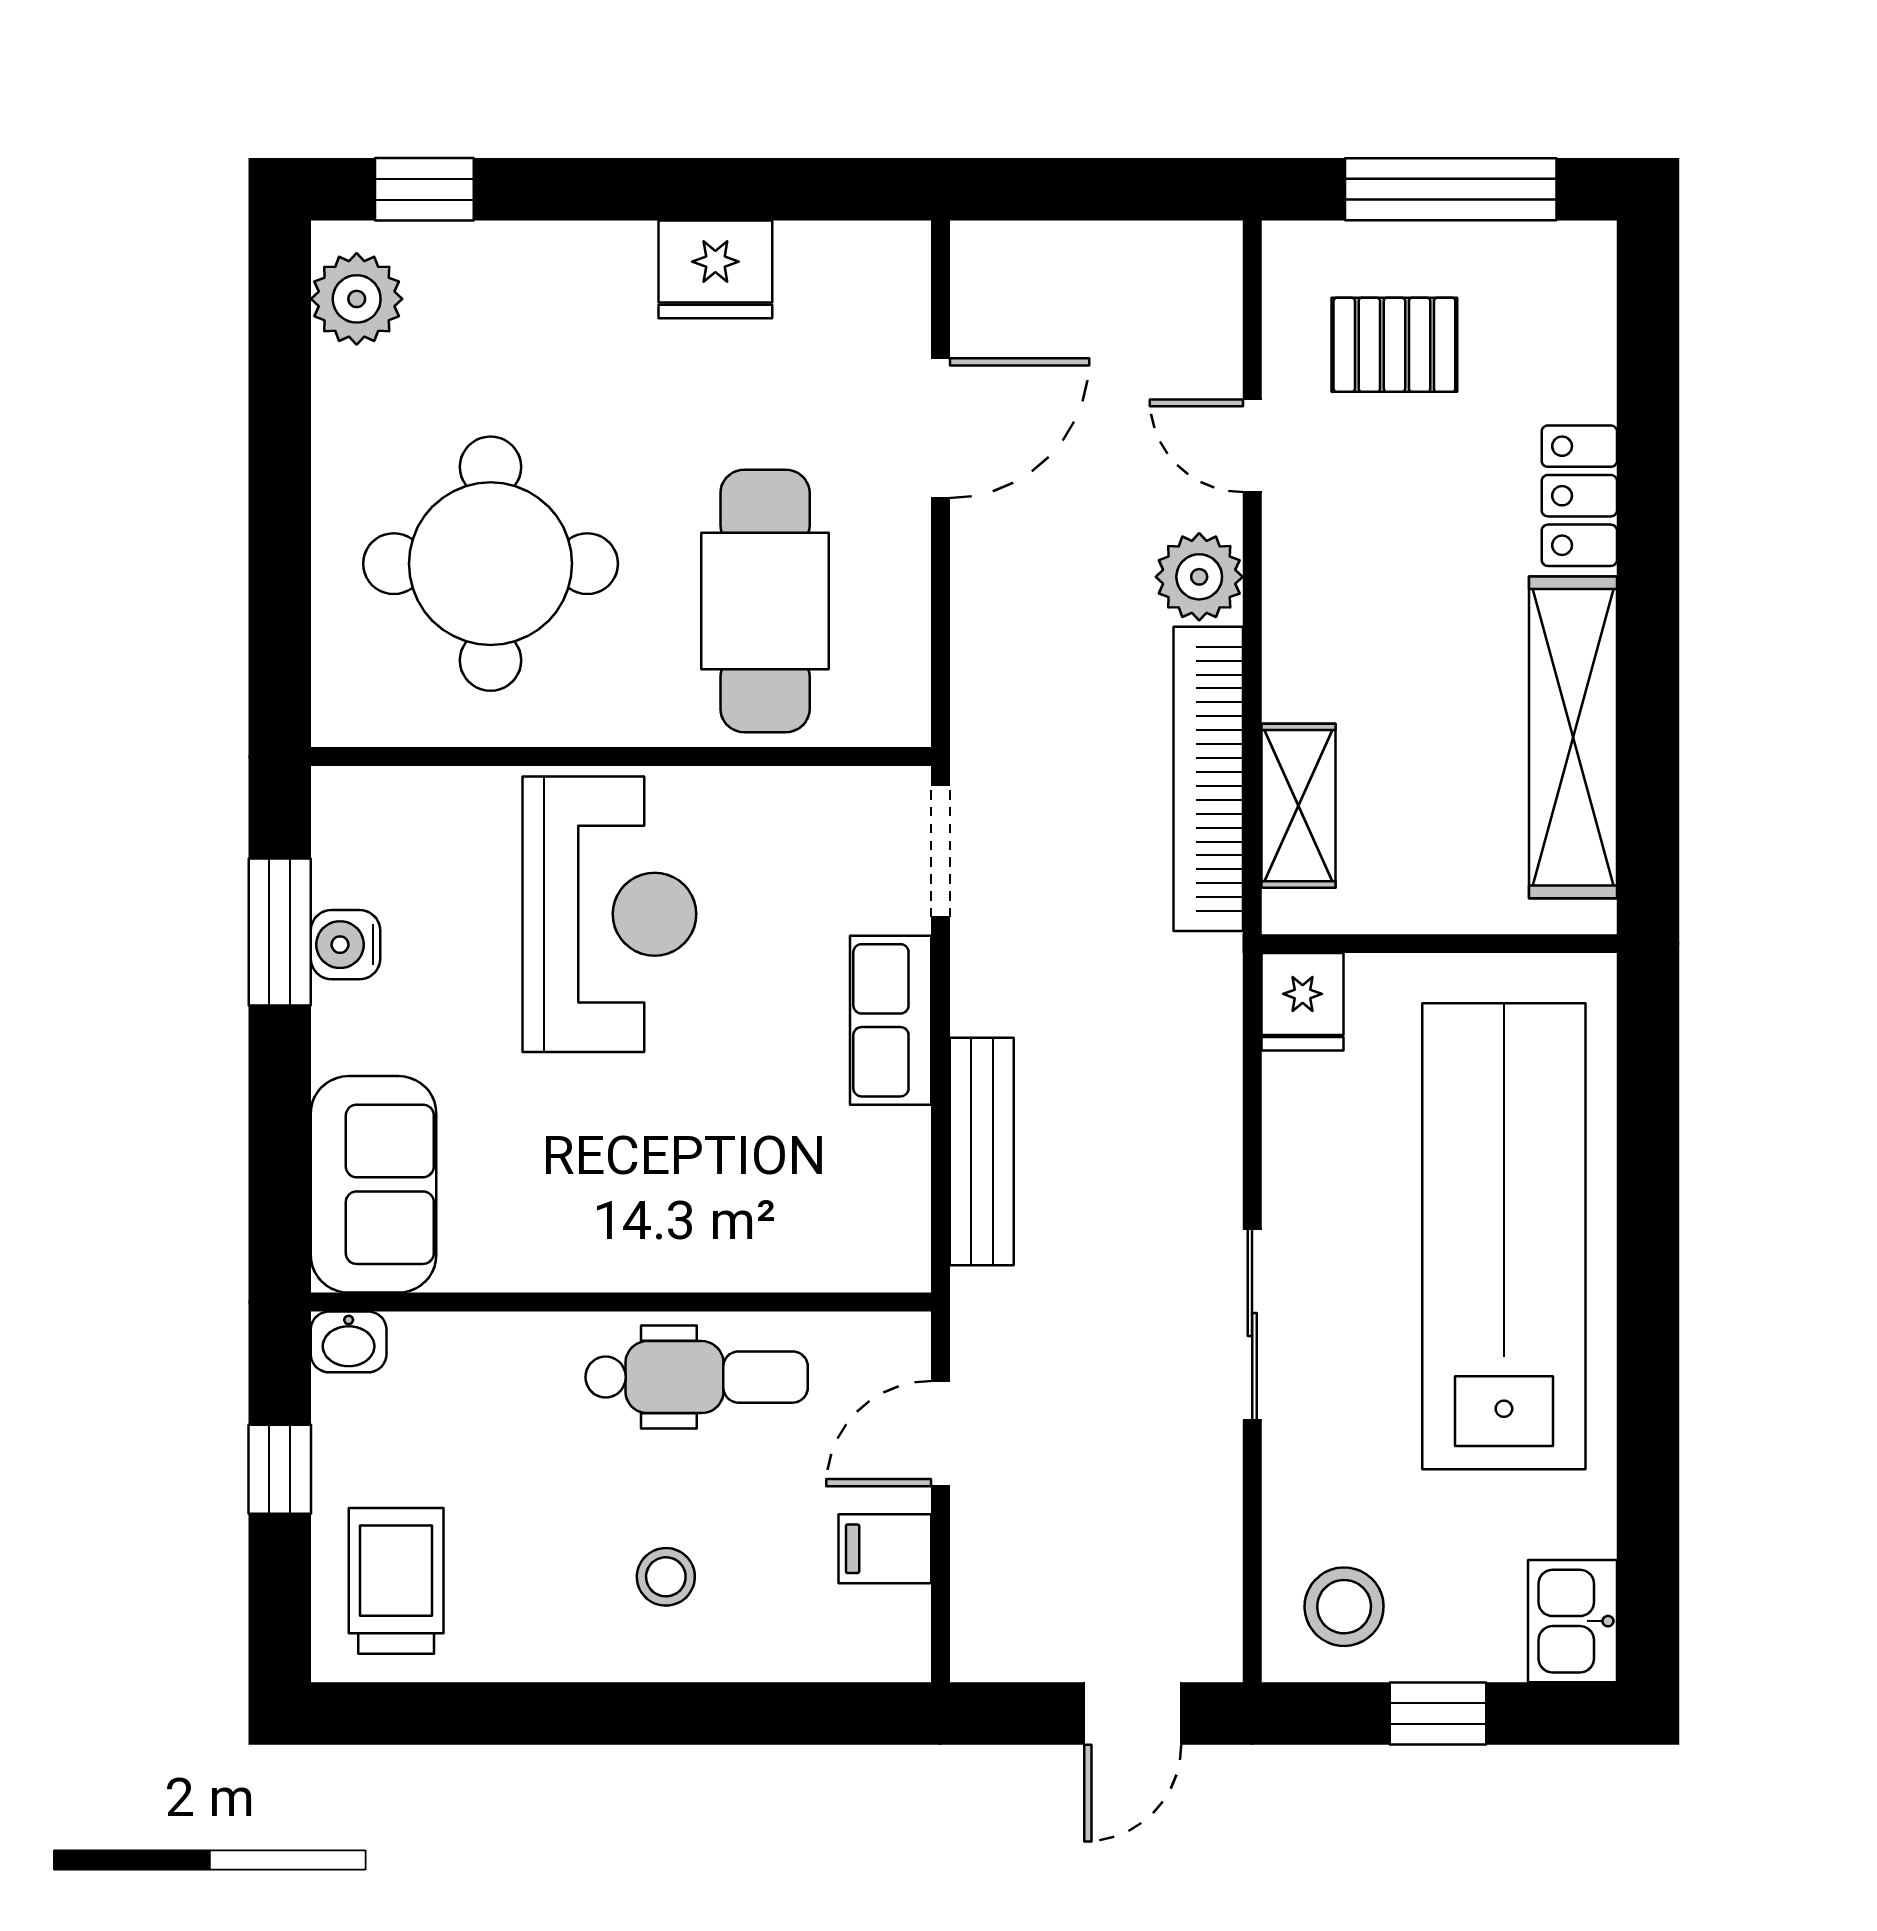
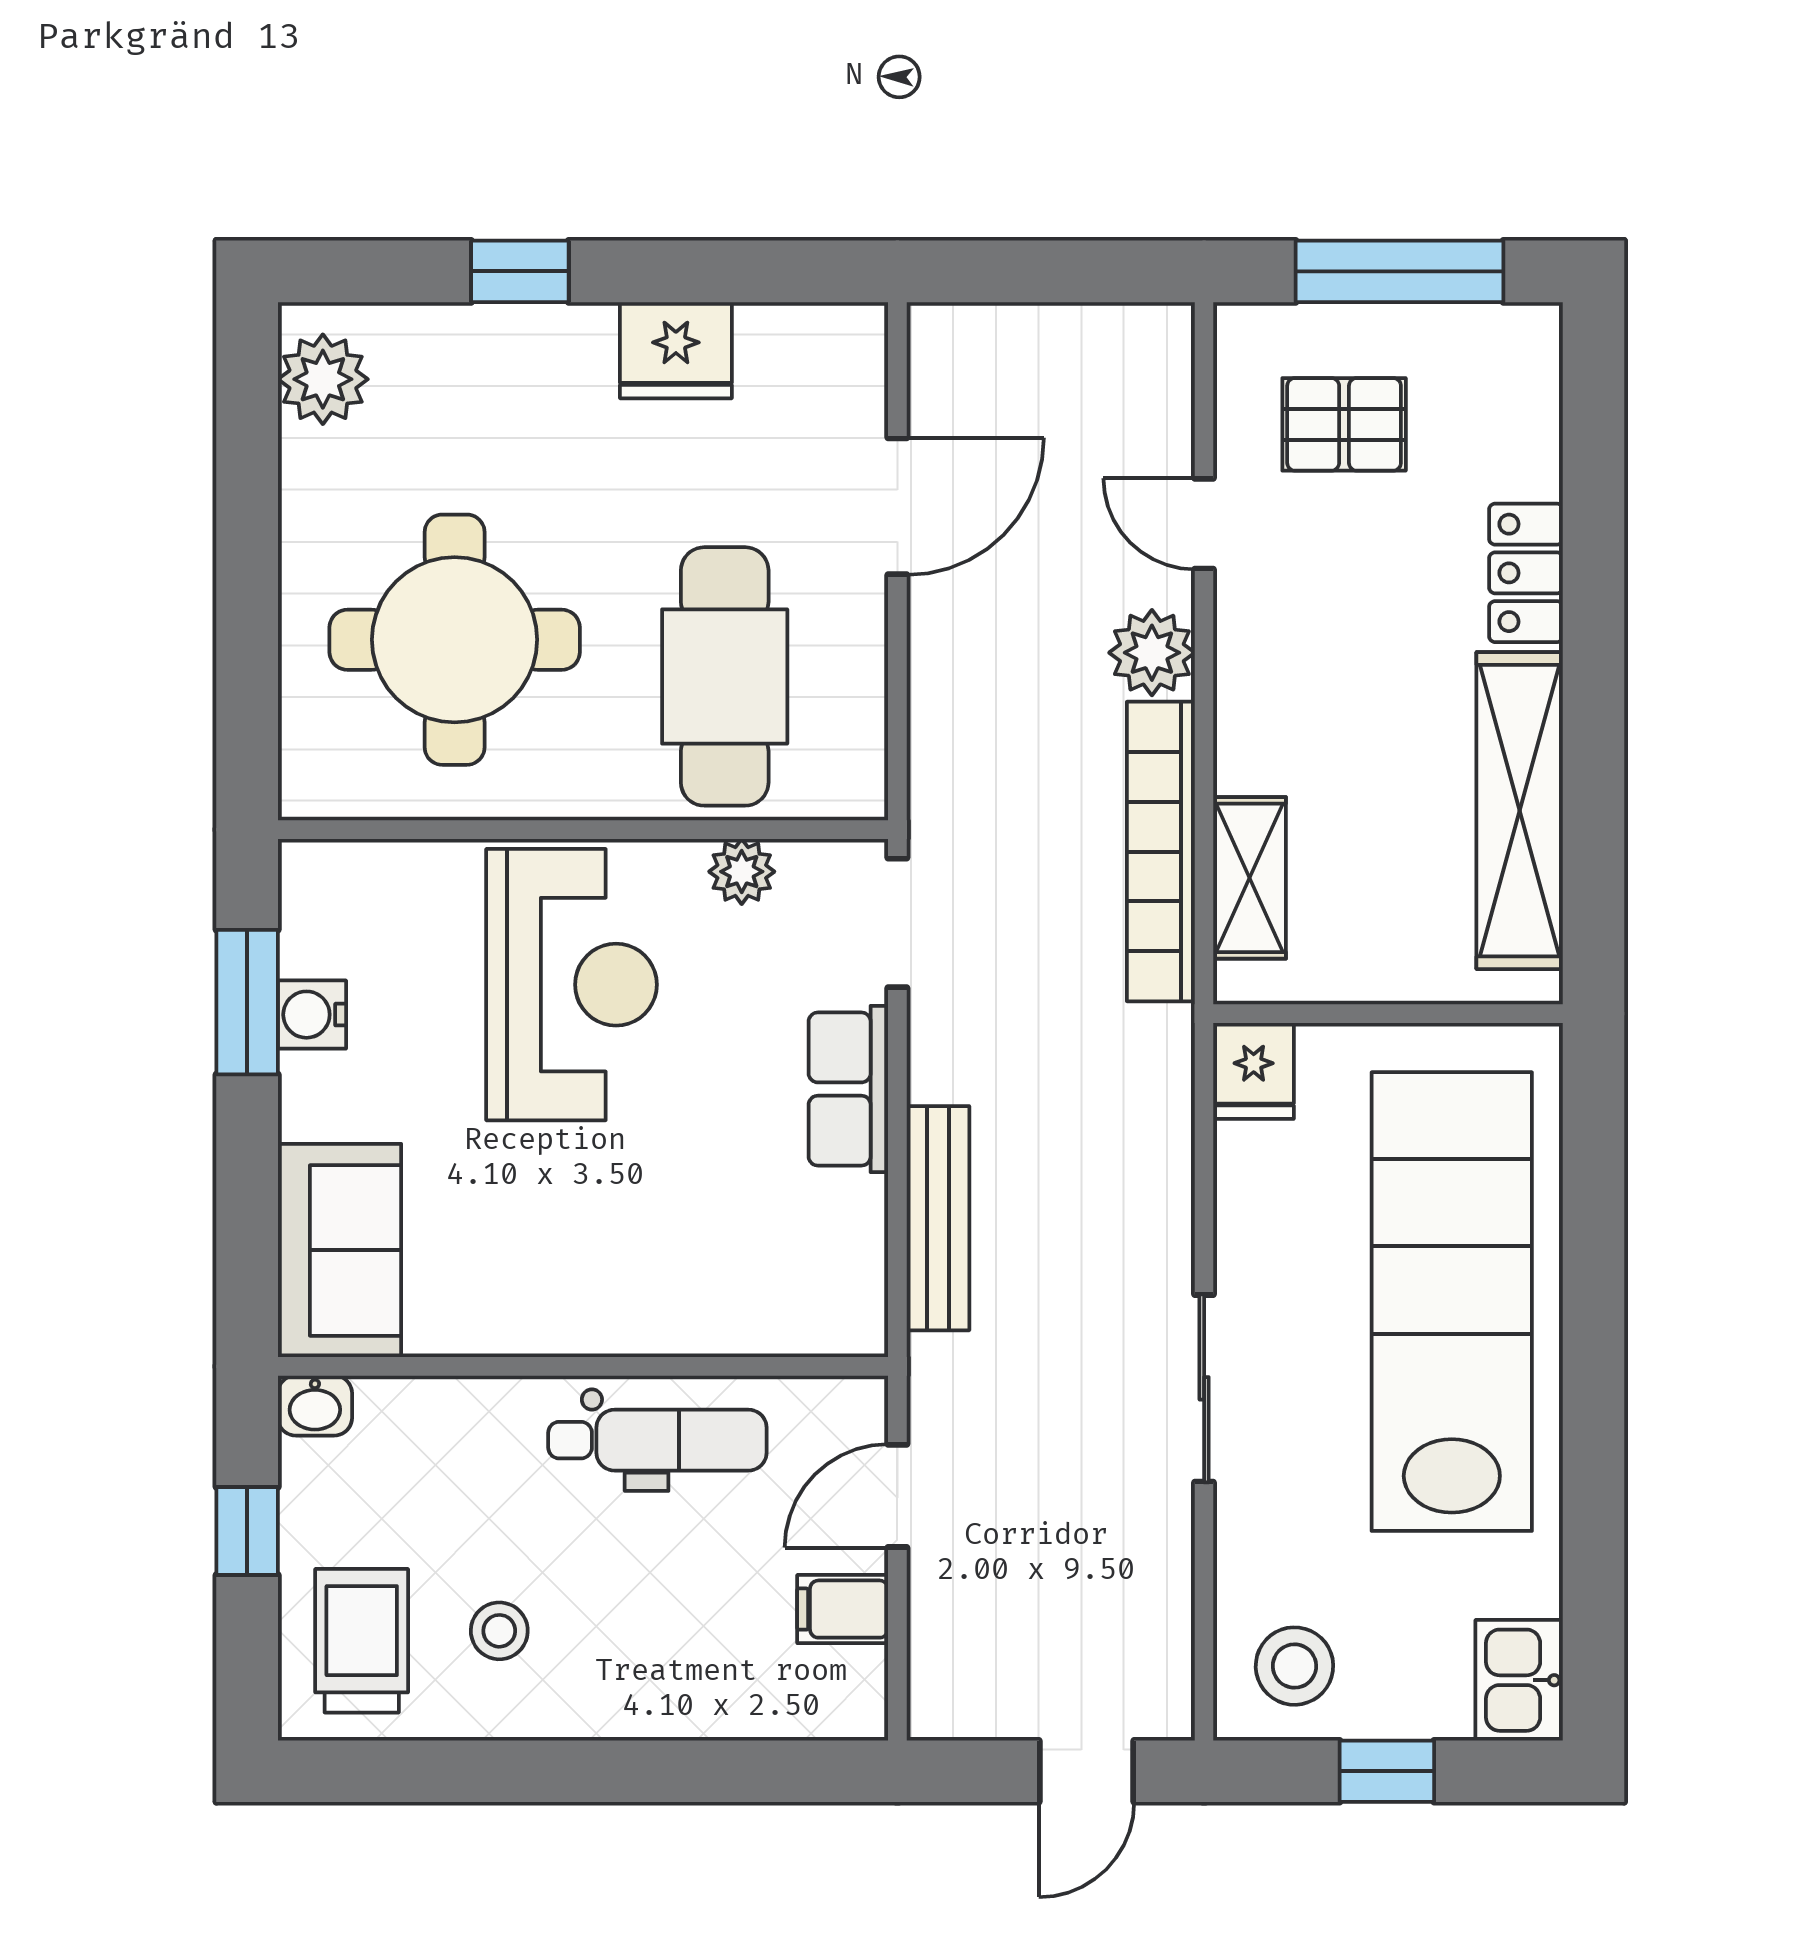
window: (424, 189) -> (520, 271), moved
plant: (782, 799) -> (742, 872), added
stool: (666, 1577) -> (499, 1631), moved

